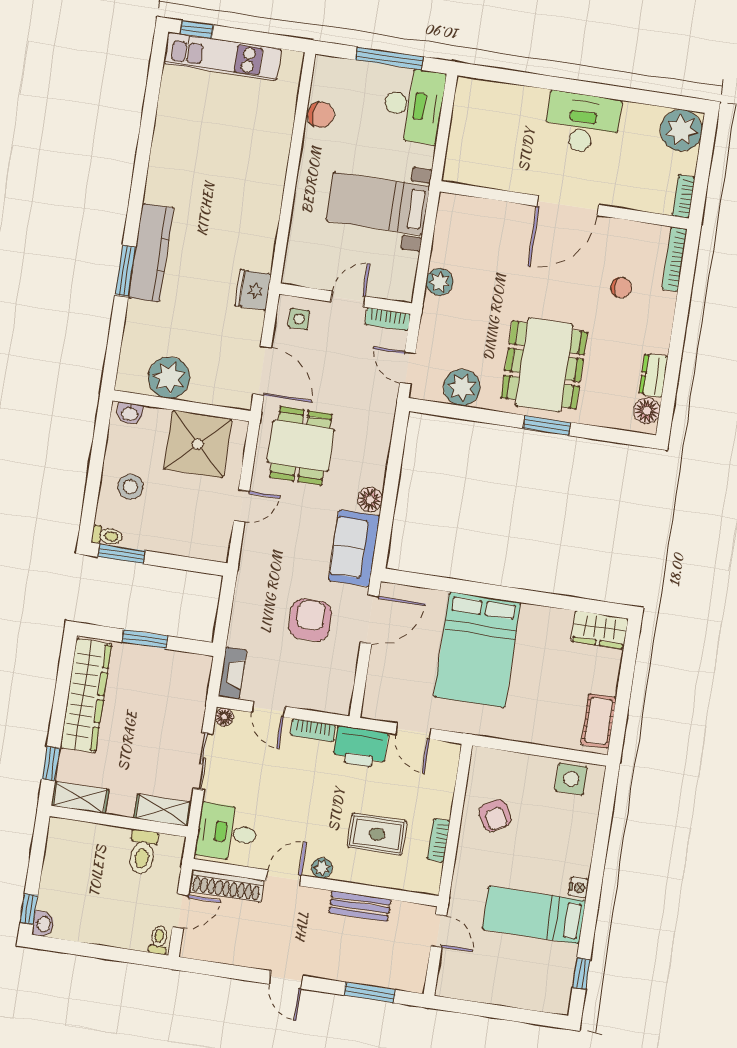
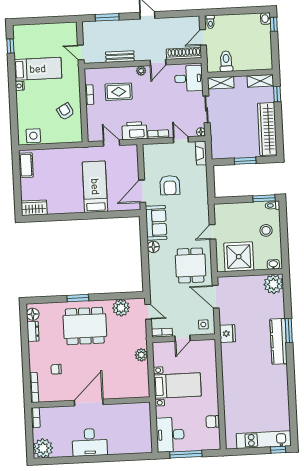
dining table: (544, 365) -> (85, 326), turned 90
plant: (169, 378) -> (273, 284), moved
bed: (477, 650) -> (95, 187), width x0.67

